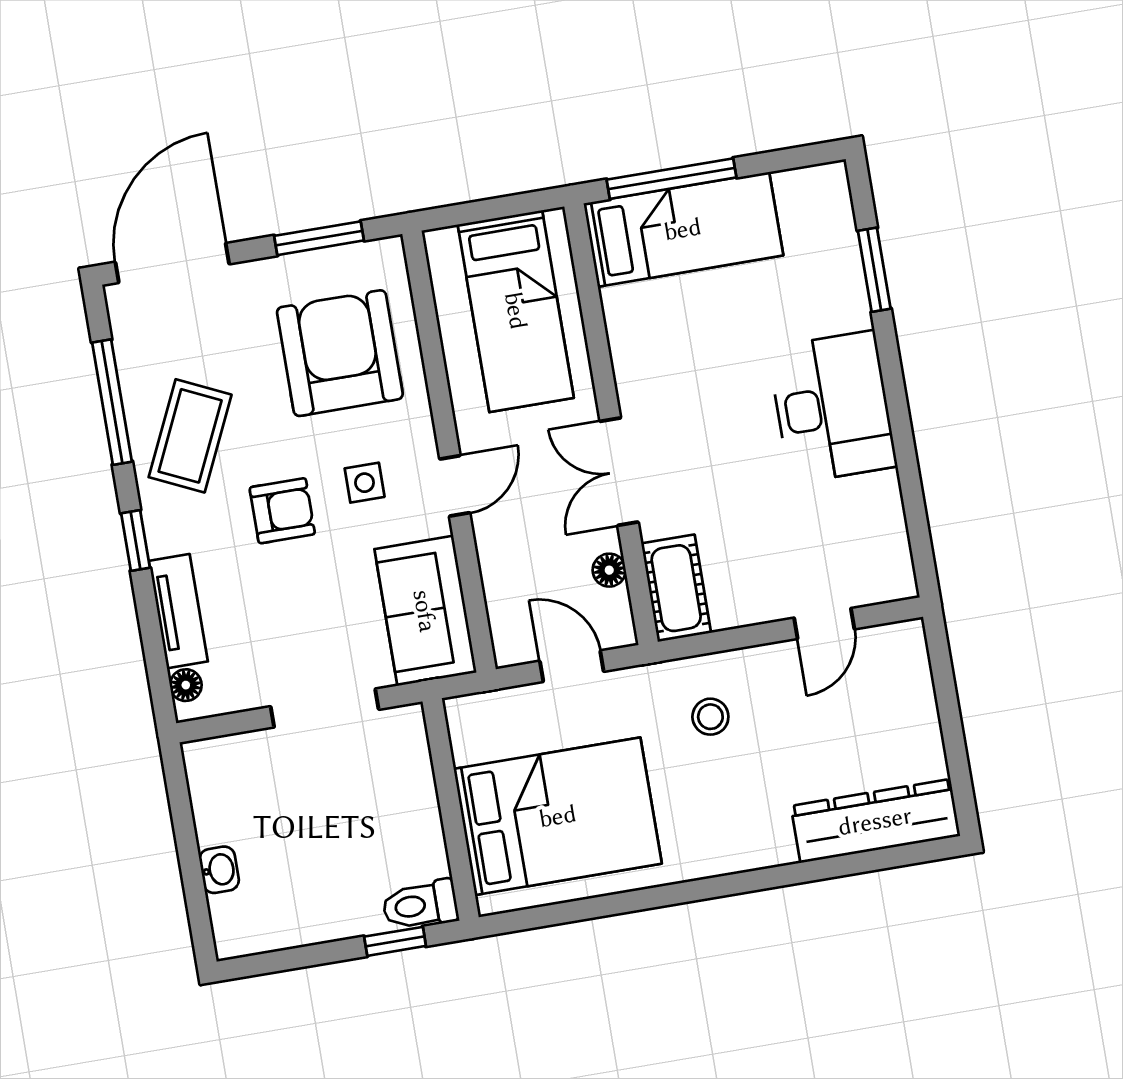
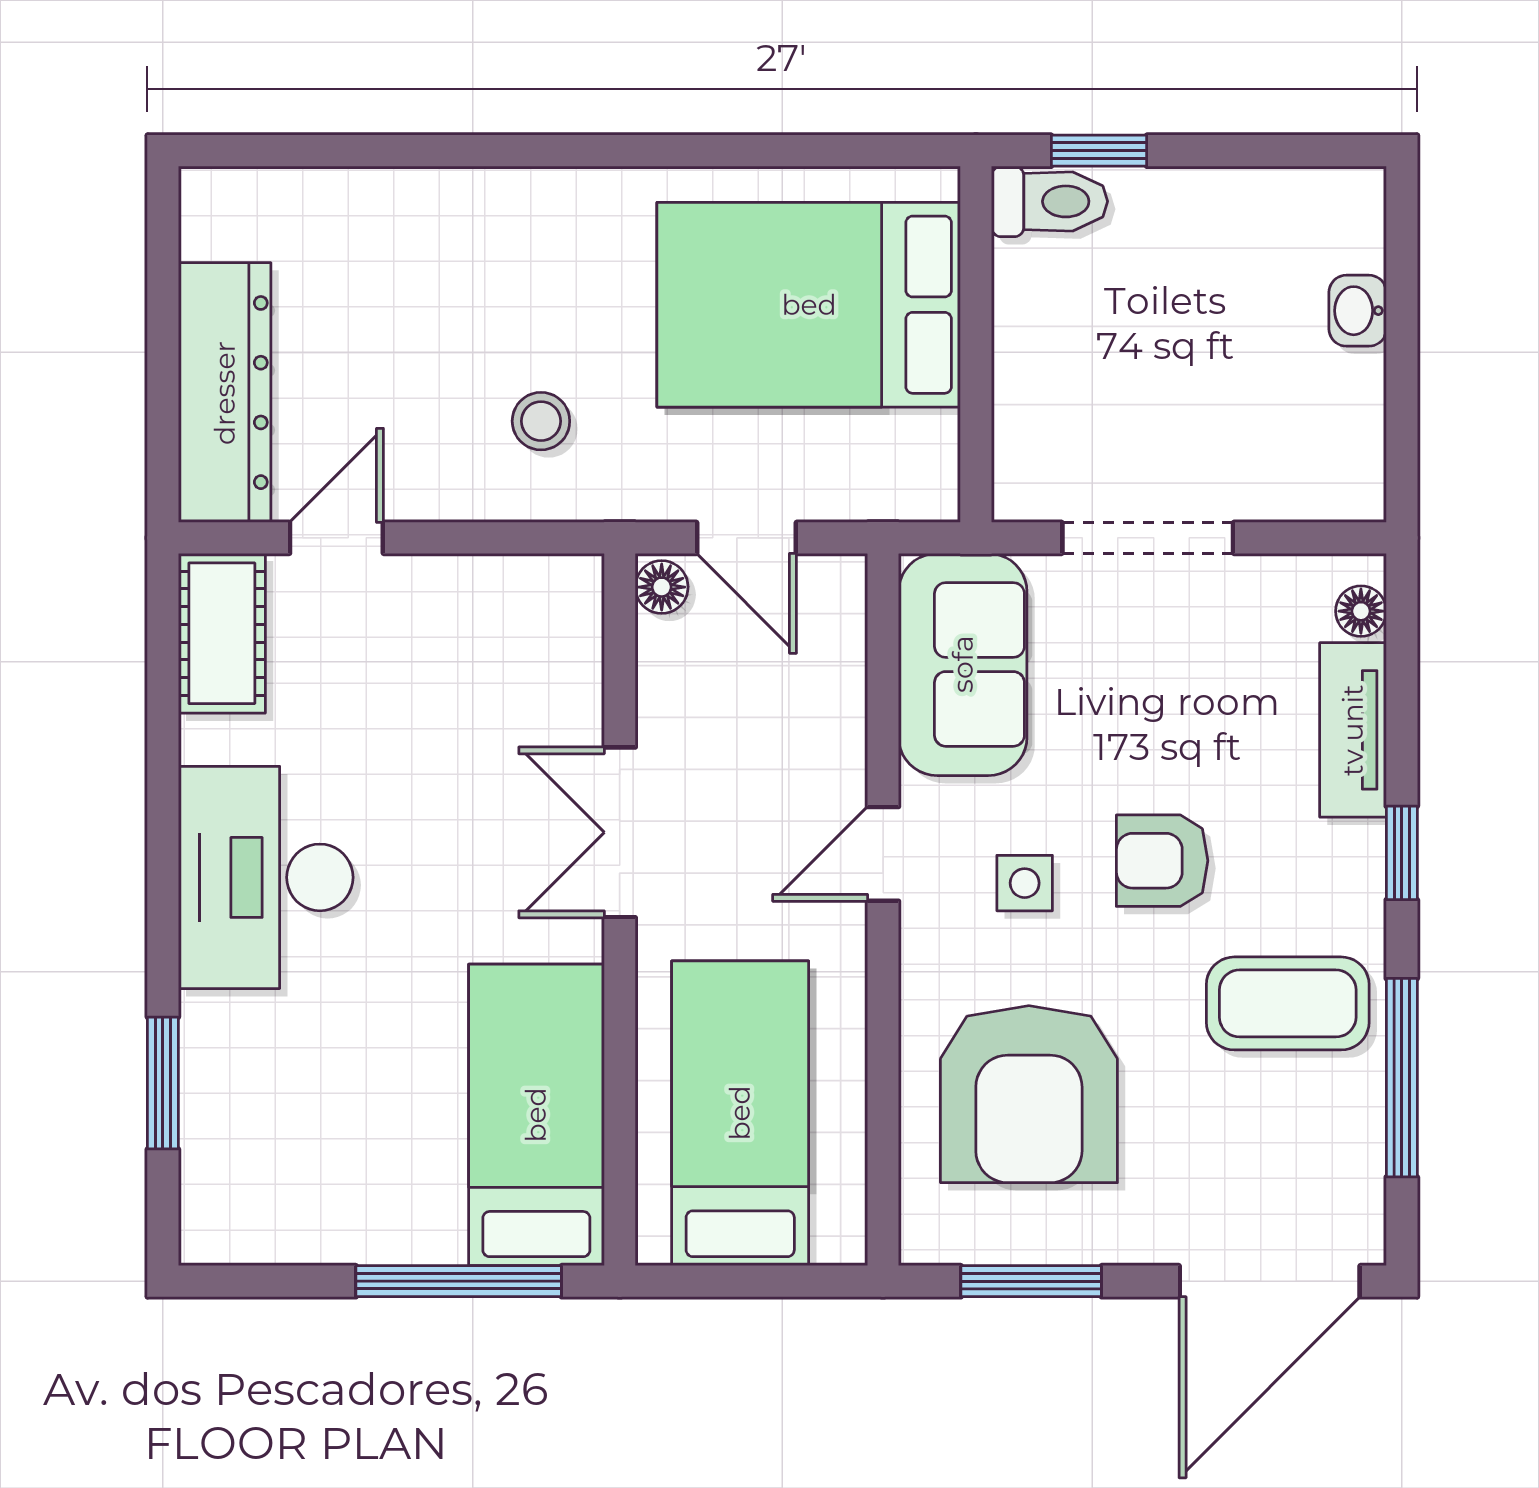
bed: (683, 229) -> (536, 1115), moved, turned 90
coffee table: (190, 436) -> (1288, 1003), turned 65
double door: (619, 472) -> (620, 832), swing flipped
floor lamp: (609, 570) -> (662, 587), moved
cot: (676, 588) -> (222, 633), moved
dresser: (875, 821) -> (225, 393), moved, turned -90

